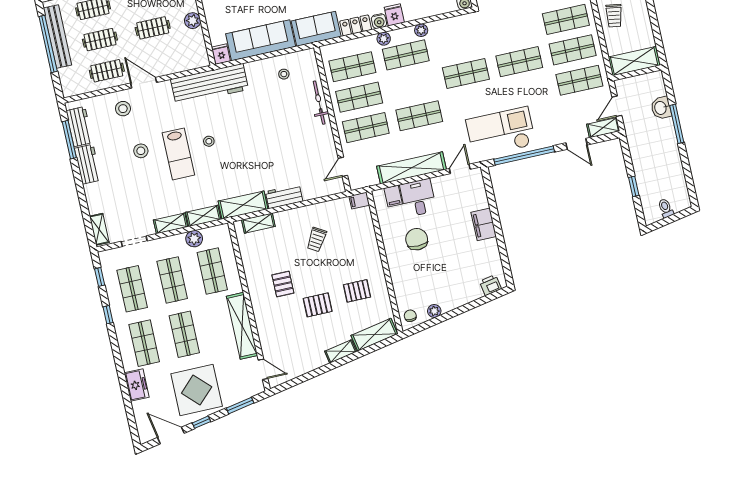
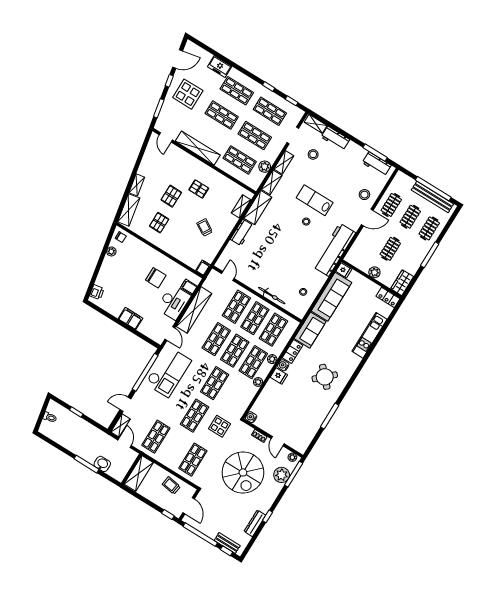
display table: (505, 26) -> (219, 426), added
shop shelf: (573, 50) -> (235, 351), moved
stool: (141, 151) -> (313, 154), moved
workbench: (88, 164) -> (335, 138), moved
desk: (418, 198) -> (174, 302), width x1.37
door: (263, 369) -> (166, 137), hinge flipped
display table: (197, 390) -> (188, 94), width x0.73, depth x0.73

